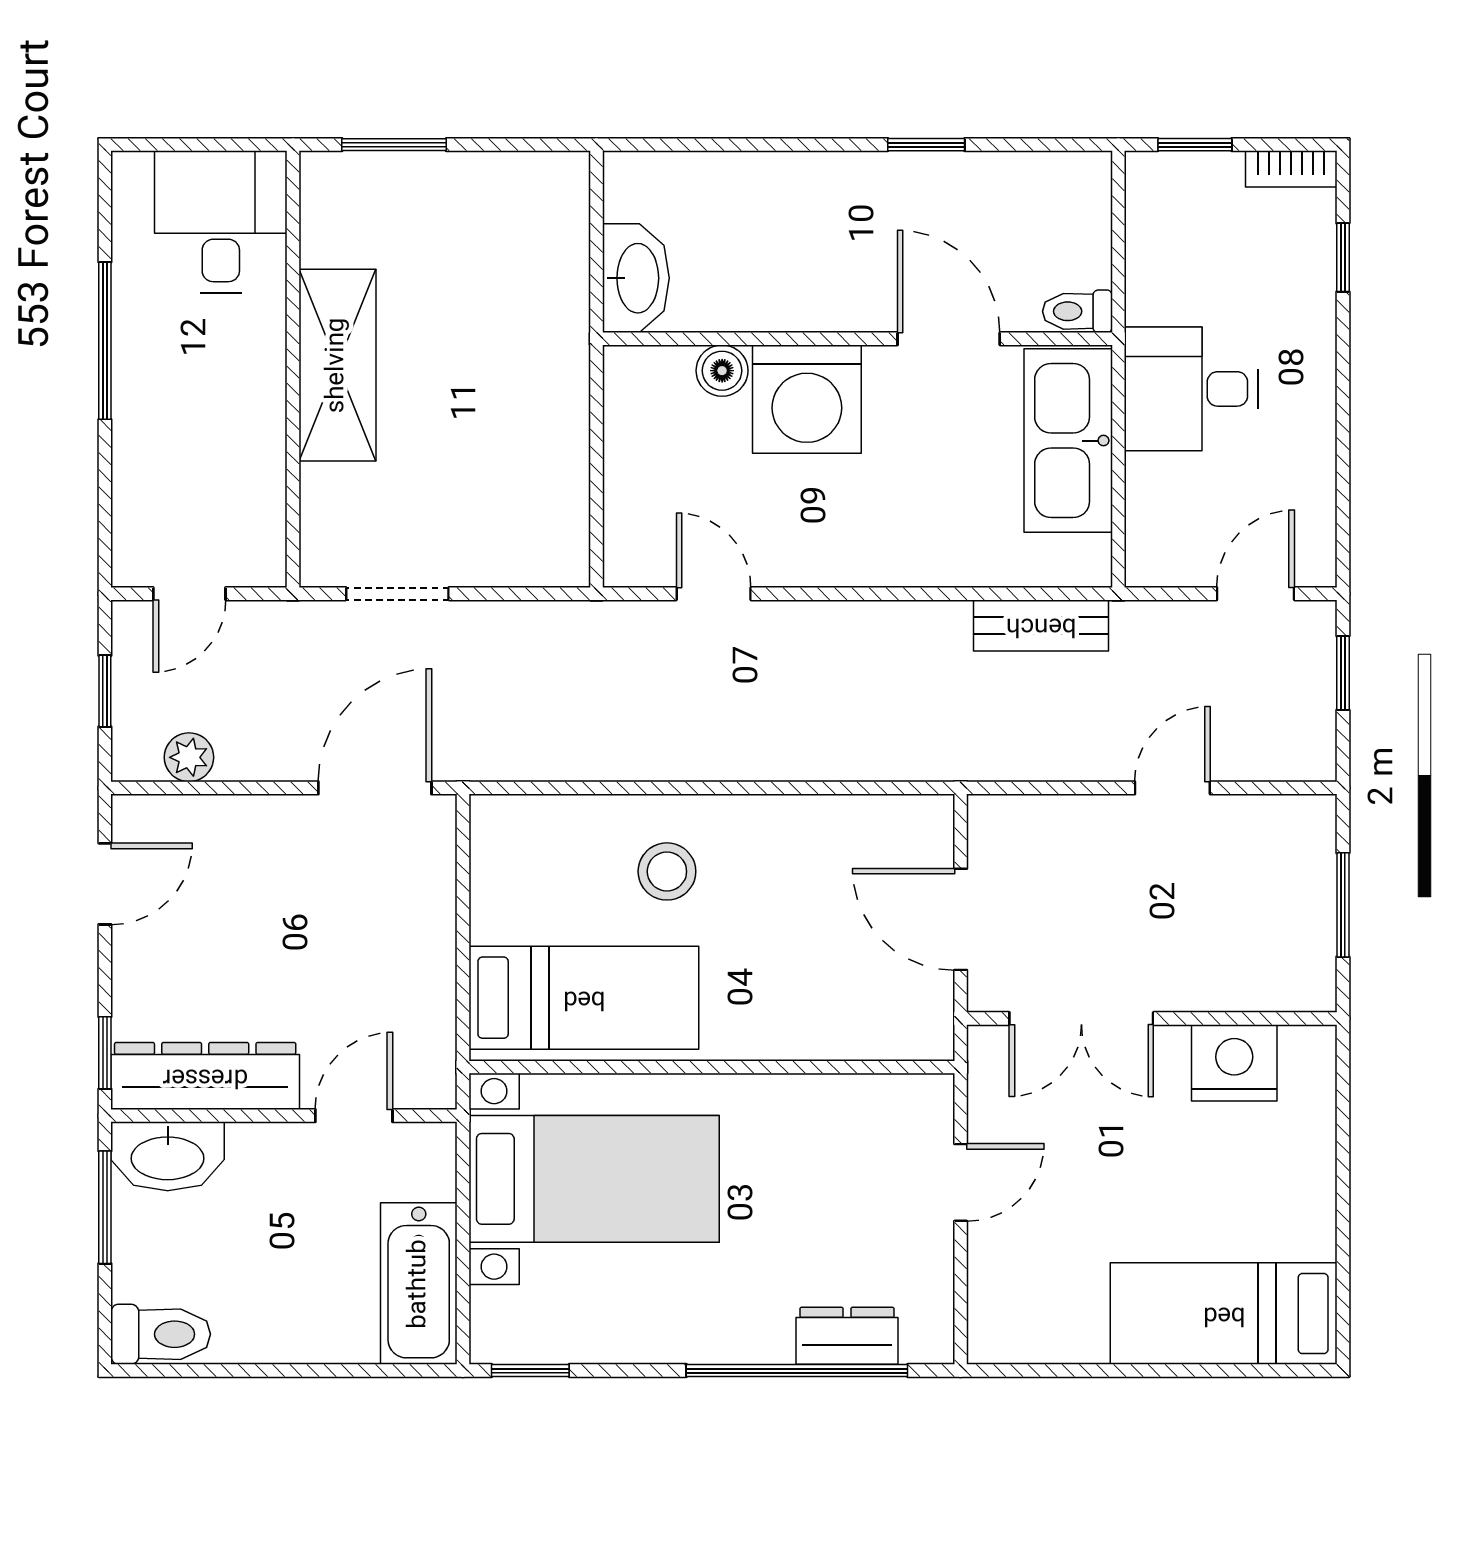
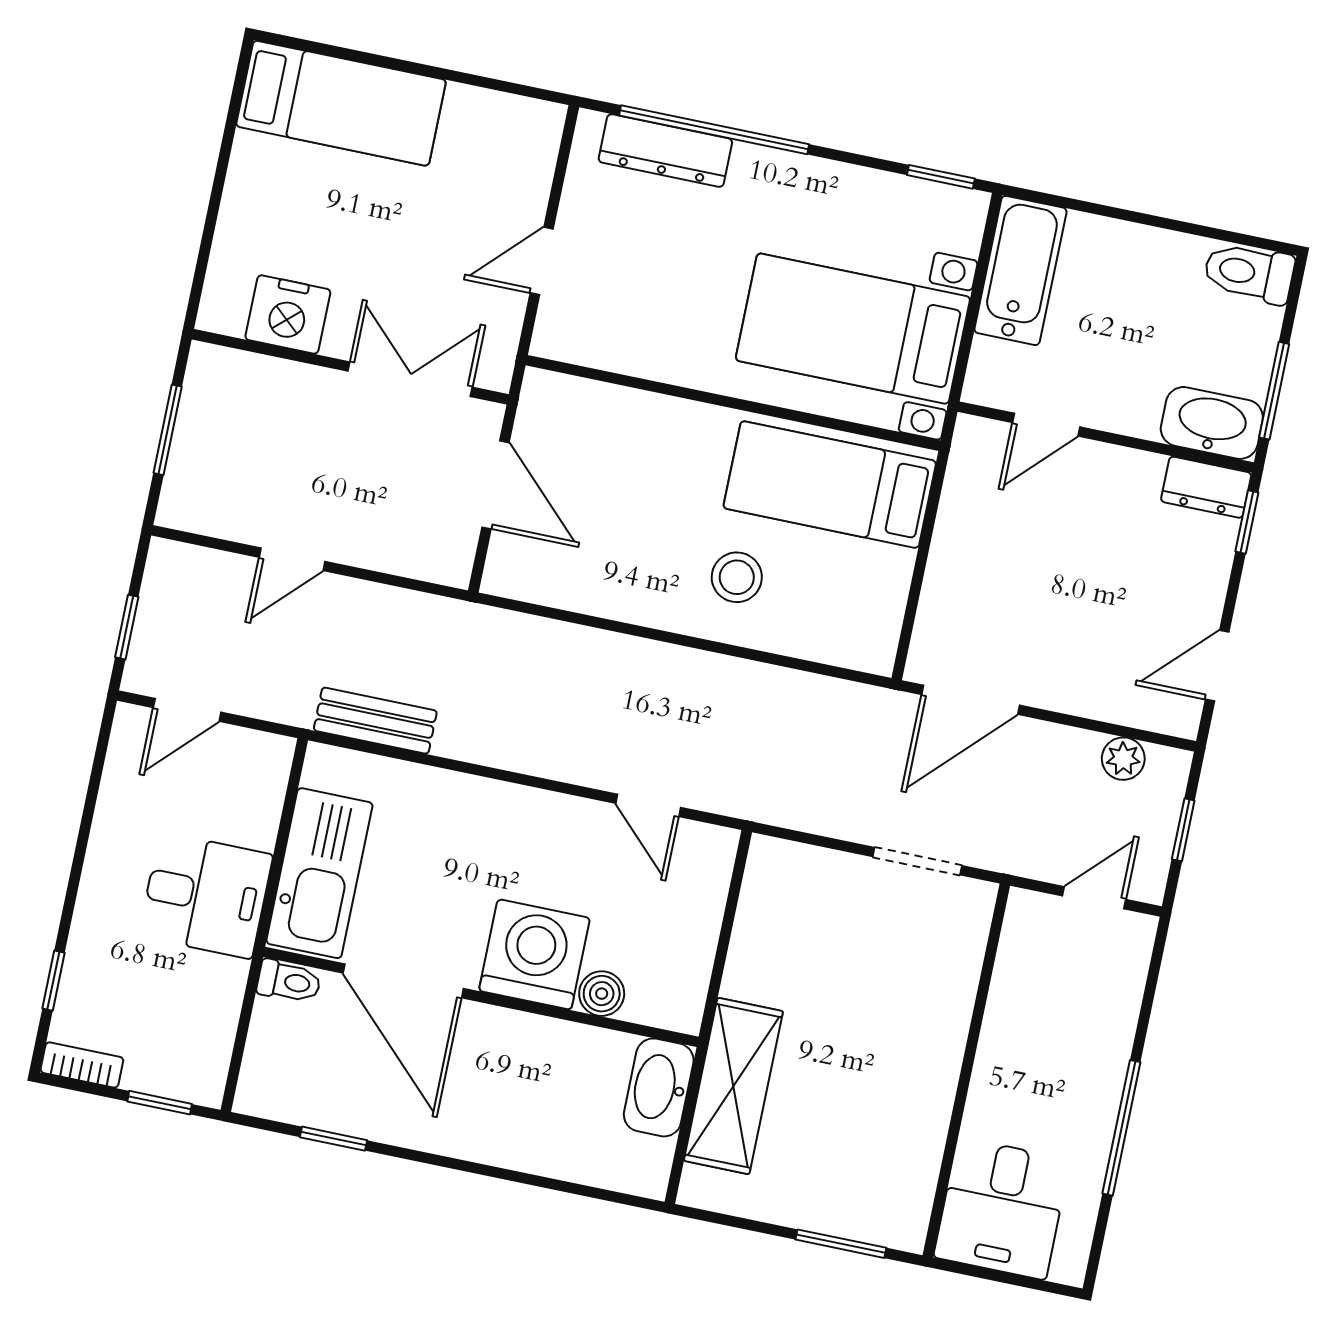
window: (926, 145) -> (334, 1139), moved
door: (949, 339) -> (403, 981), width x1.36
shelving: (337, 365) -> (733, 1086), moved
dresser: (205, 1076) -> (1206, 487), width x0.51, depth x0.80
dresser: (847, 1336) -> (665, 151), width x1.44

